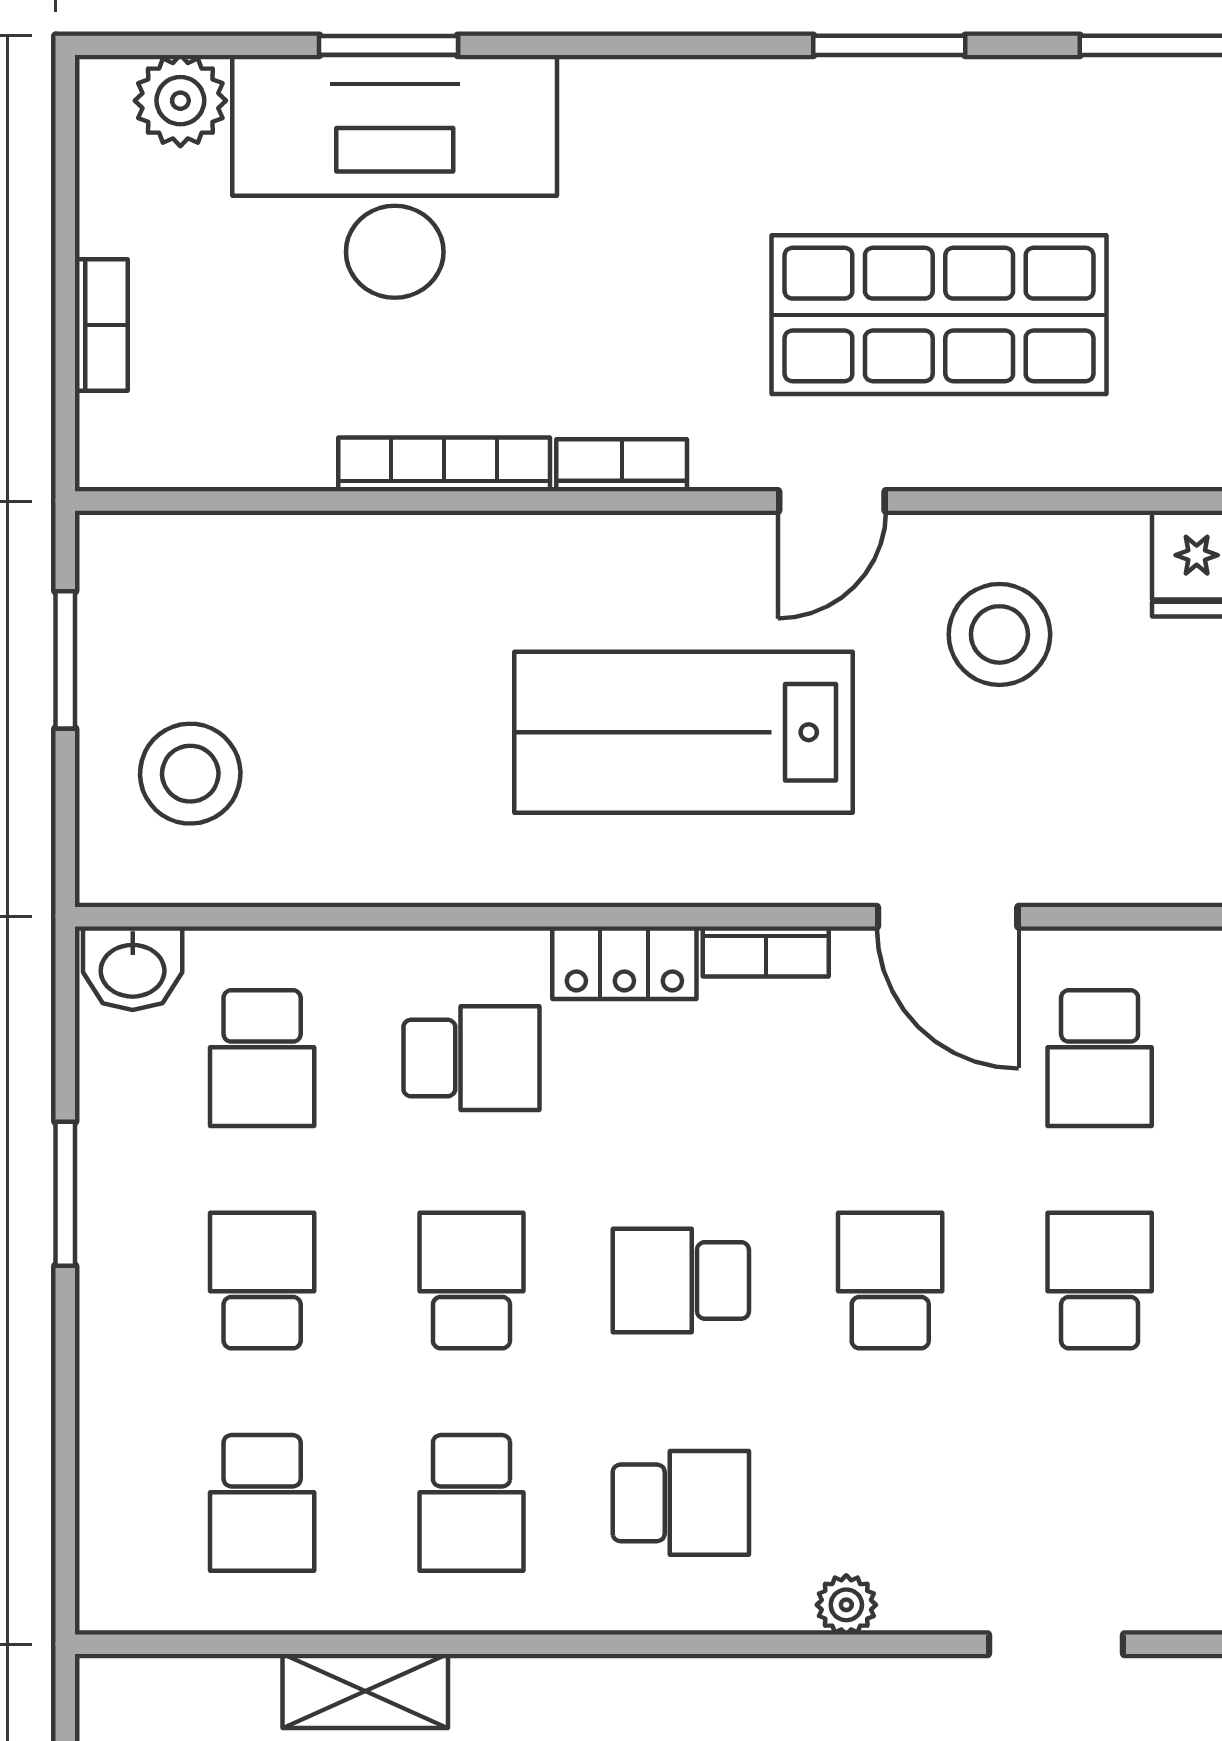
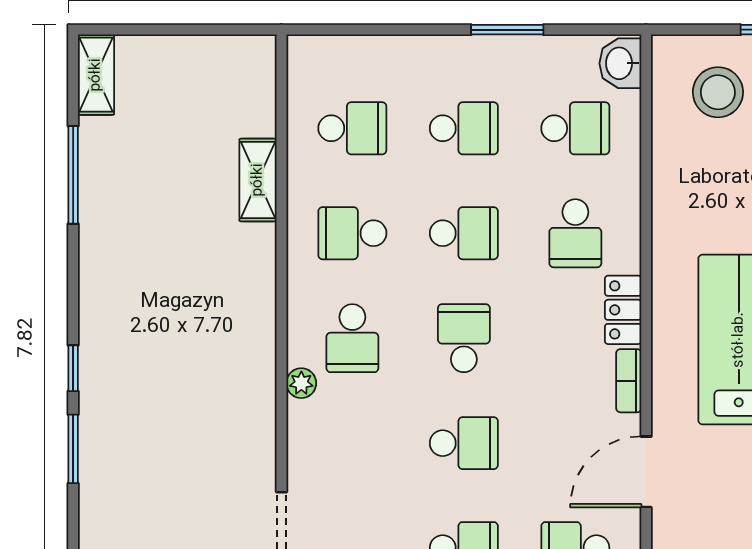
school desk: (262, 1058) -> (575, 128), turned 180
school desk: (262, 1503) -> (352, 128), turned 180
plant: (846, 1605) -> (301, 383), moved

